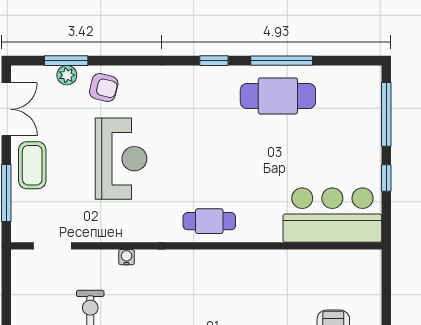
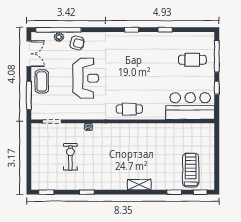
window: (66, 61) -> (58, 30), width x2.11
window: (282, 61) -> (165, 30), width x0.46
cafe table: (278, 96) -> (192, 60), moved, width x0.73, depth x0.74

